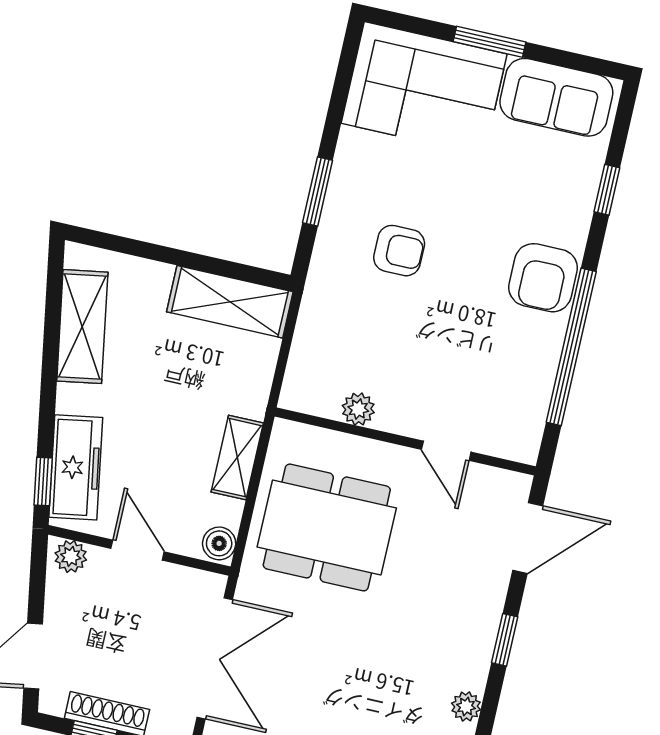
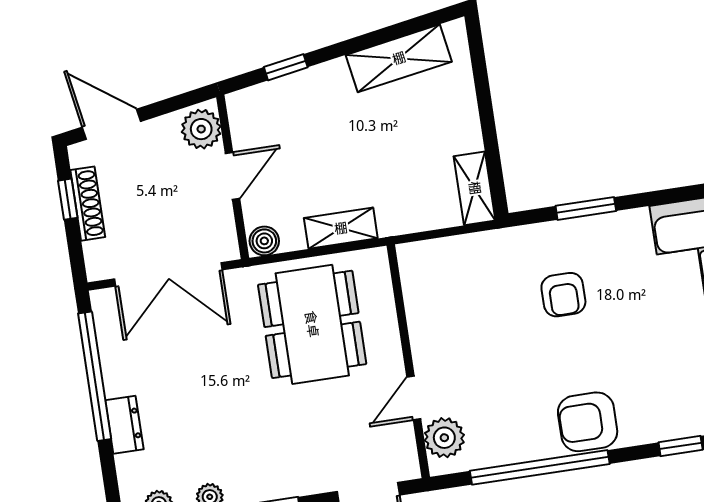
shelving: (230, 302) -> (475, 188), width x0.67, depth x0.75
plant: (358, 409) -> (444, 438), moved, width x1.38, depth x1.38
freezer: (76, 467) -> (281, 98), removed
window: (43, 481) -> (286, 67), moved
plant: (71, 556) -> (201, 129), width x1.38, depth x1.38

